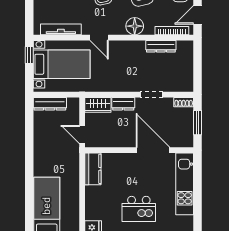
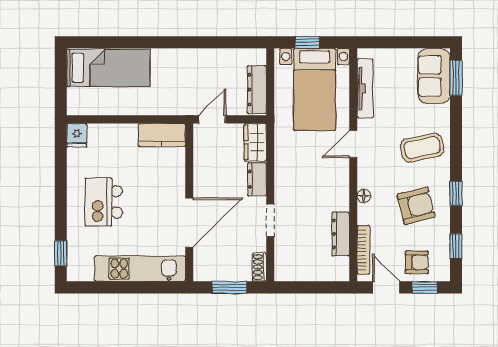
floor lamp: (135, 26) -> (364, 196), width x0.53, depth x0.53
window: (29, 55) -> (307, 42), moved
dresser: (50, 104) -> (257, 90), moved

